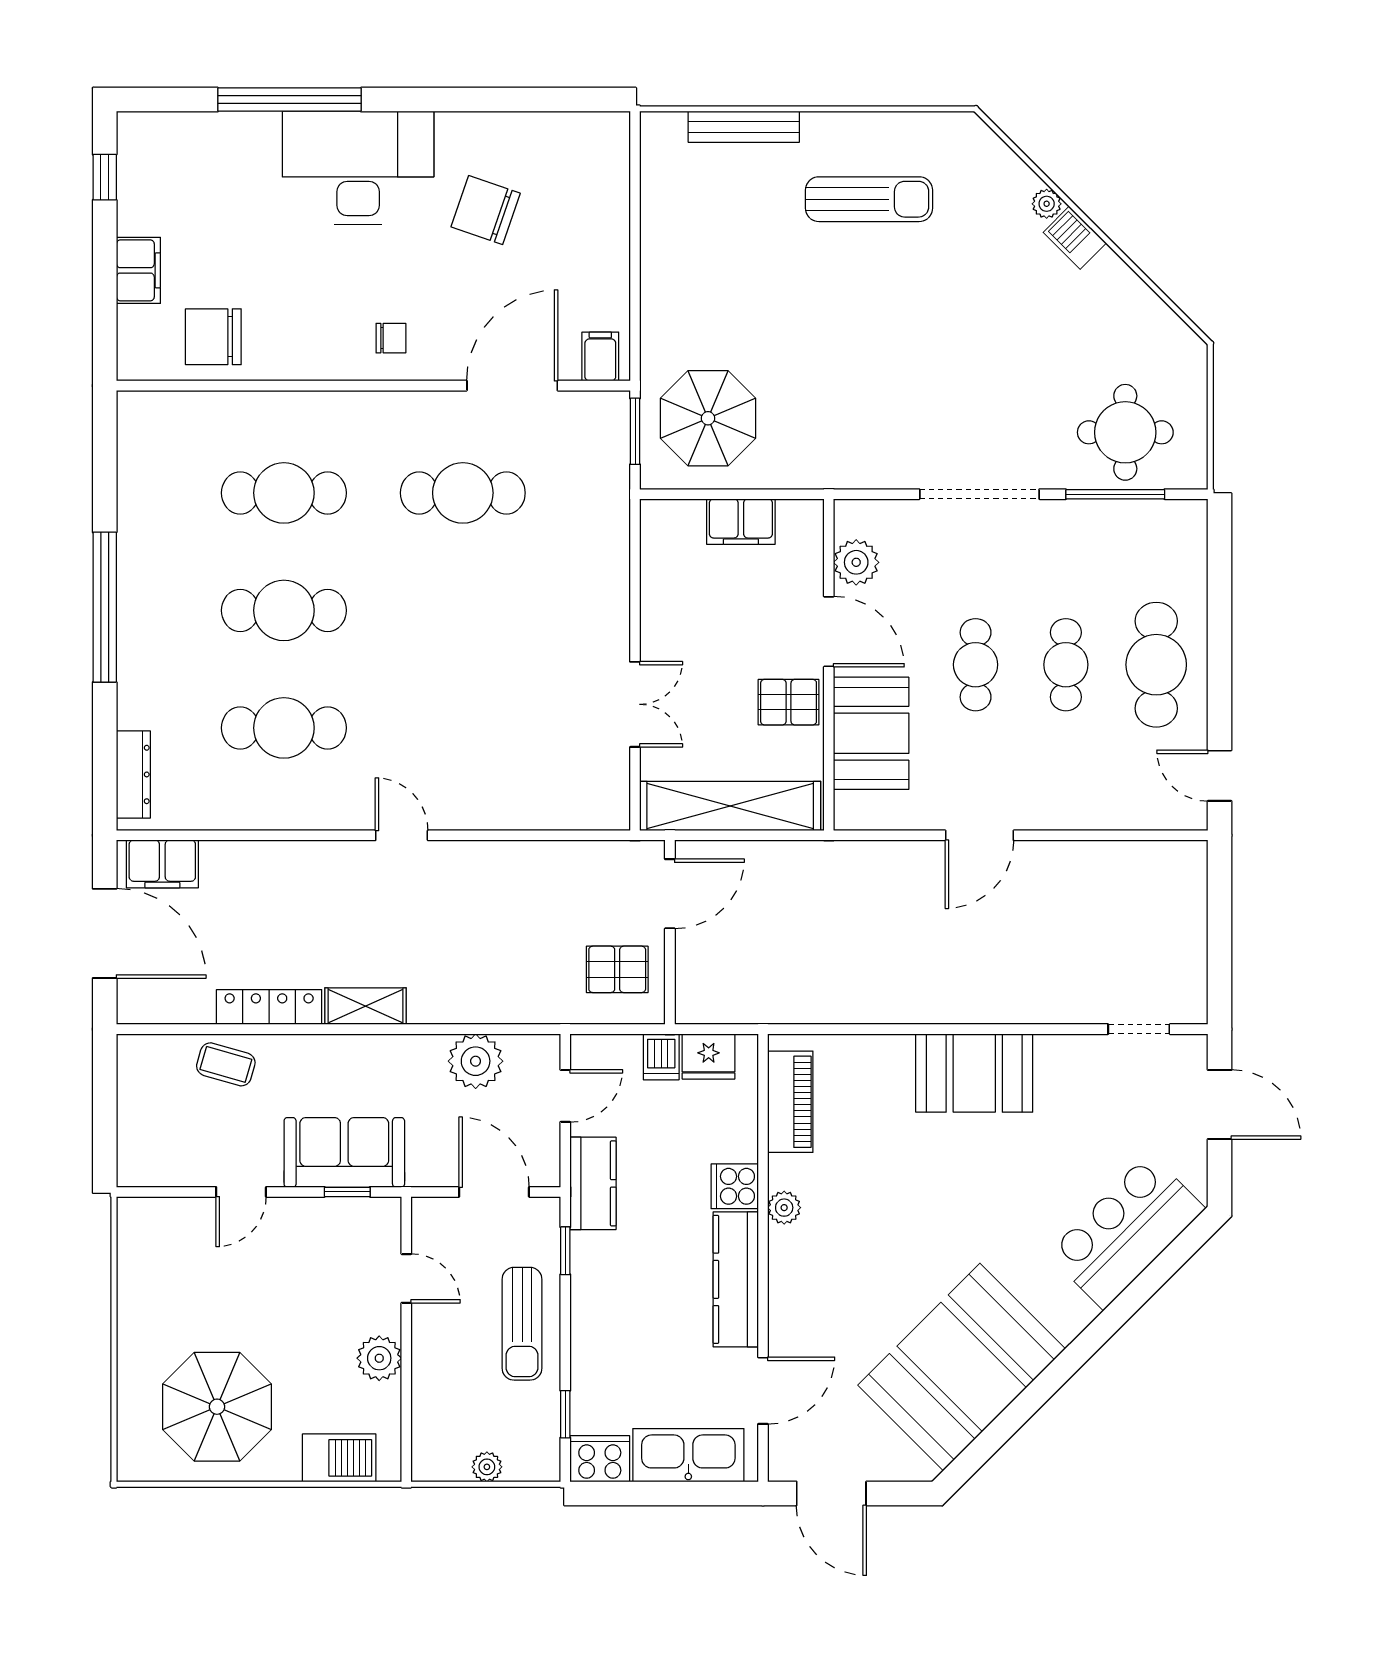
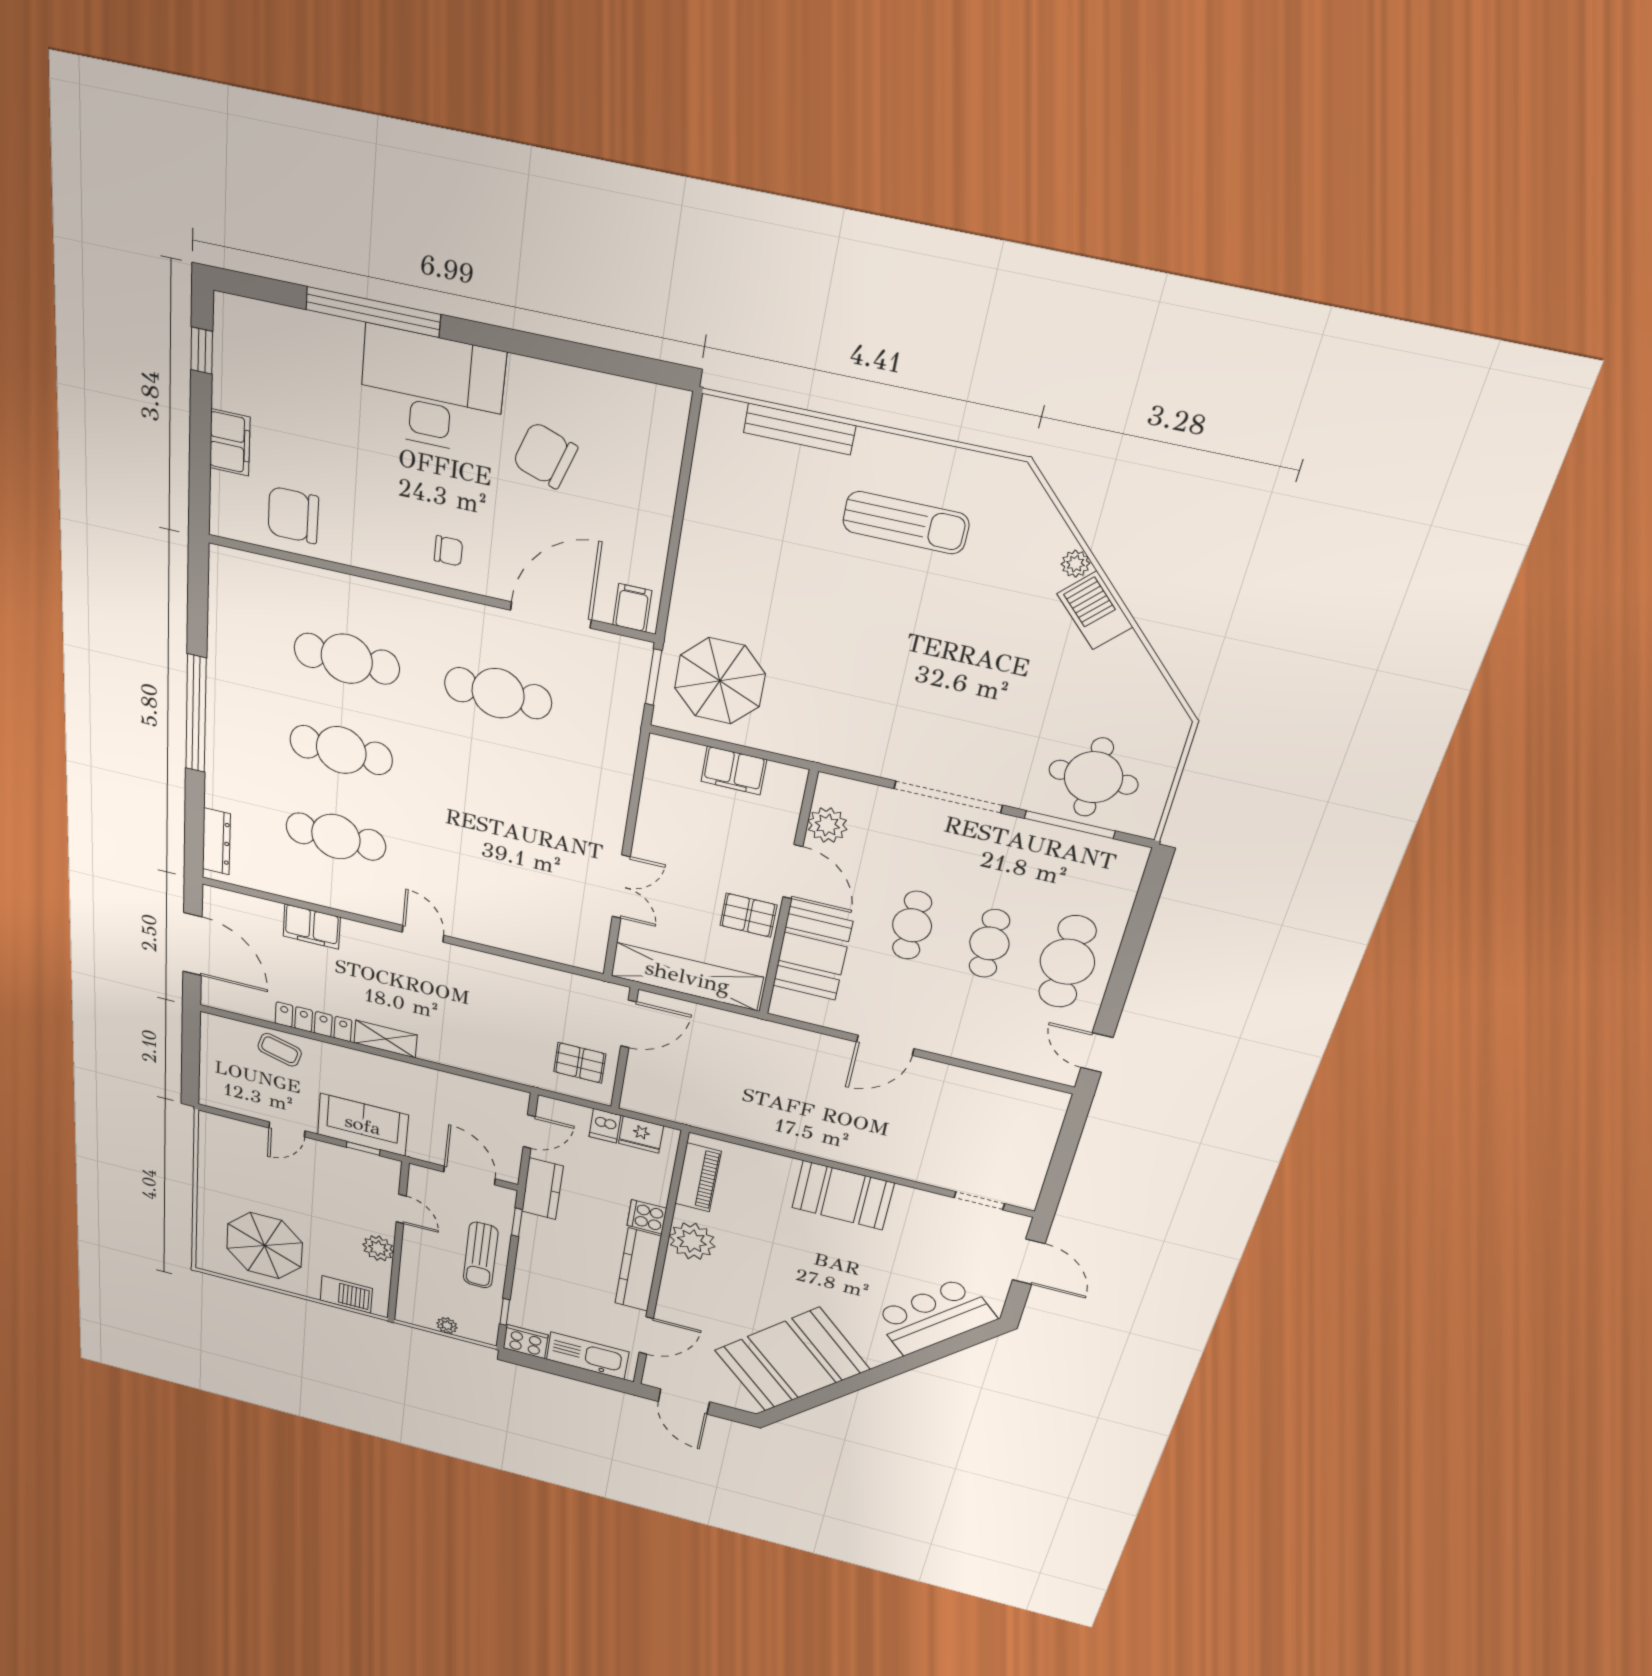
barbecue: (1075, 238) -> (1095, 610), width x1.38, depth x1.27
filing cabinet: (162, 864) -> (312, 927), moved
plant: (476, 1061) -> (465, 1094), removed
plant: (784, 1208) -> (692, 1241), width x1.87, depth x1.87

